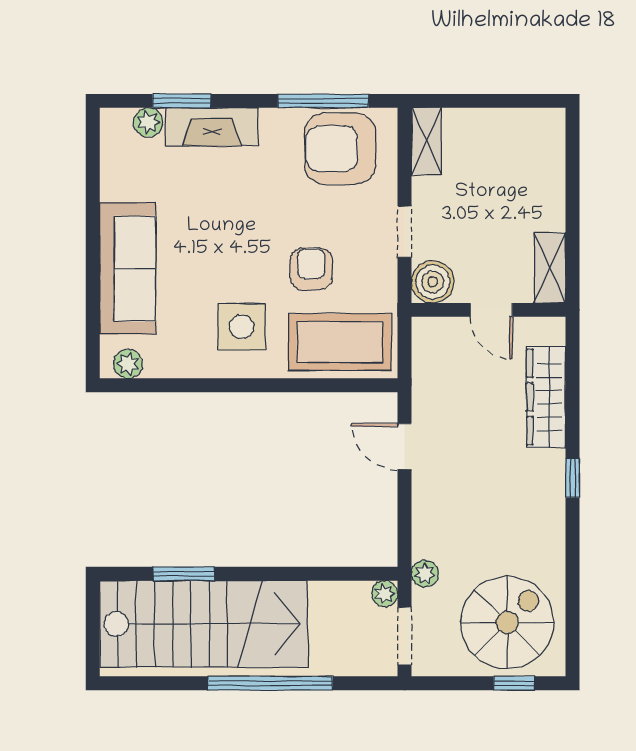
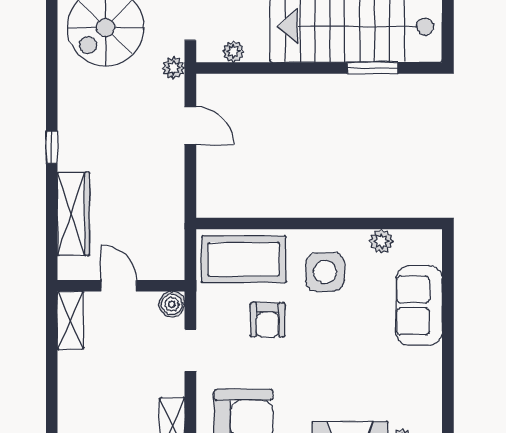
sofa: (128, 269) -> (419, 305), width x0.73
boiler: (433, 282) -> (172, 304), width x0.73, depth x0.73
plant: (128, 364) -> (381, 241), moved
door: (405, 446) -> (190, 126), moved
plant: (385, 594) -> (233, 51), moved

